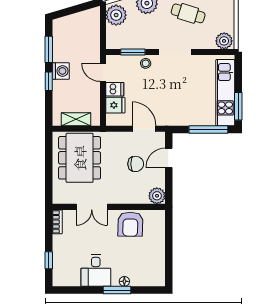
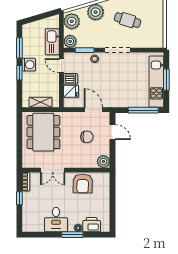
kitchen sink: (91, 41) -> (52, 42), added
plant: (224, 41) -> (70, 41), moved
window: (238, 106) -> (166, 80), moved
door: (169, 158) -> (113, 132), swing flipped
window: (49, 260) -> (19, 198), moved
printer: (142, 277) -> (92, 225), added

